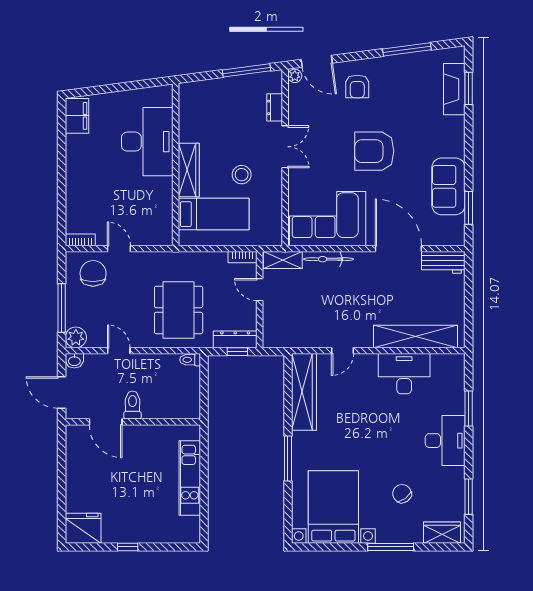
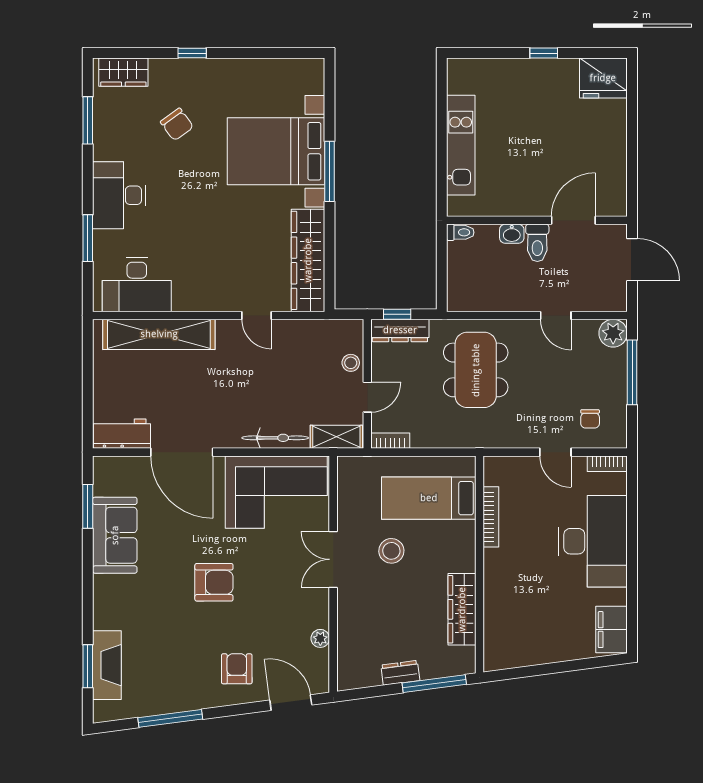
window: (247, 70) -> (434, 684), moved
plant: (295, 76) -> (320, 638), moved
dresser: (275, 107) -> (400, 673), moved, turned -97
desk: (147, 142) -> (593, 541), moved, turned 180
double door: (285, 147) -> (333, 559), moved
armchair: (374, 151) -> (214, 582), width x0.73, depth x0.73
wardrobe: (189, 170) -> (462, 609), moved
bookcase: (167, 200) -> (491, 517), added
chair: (93, 273) -> (590, 419), width x0.54, depth x0.54
door: (260, 290) -> (367, 397), hinge flipped
stool: (272, 315) -> (351, 363), added
door: (342, 351) -> (257, 315), swing flipped
toilet: (190, 360) -> (460, 232), moved
washbasin: (74, 361) -> (512, 234), moved, turned 180
desk: (404, 374) -> (137, 285), moved
door: (106, 422) -> (573, 220), hinge flipped
bed with nightstands: (333, 507) -> (276, 151), moved, turned 90
window: (391, 547) -> (192, 53), width x0.46

